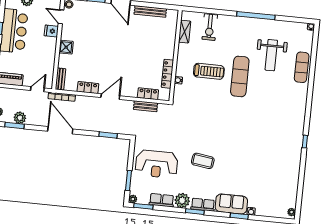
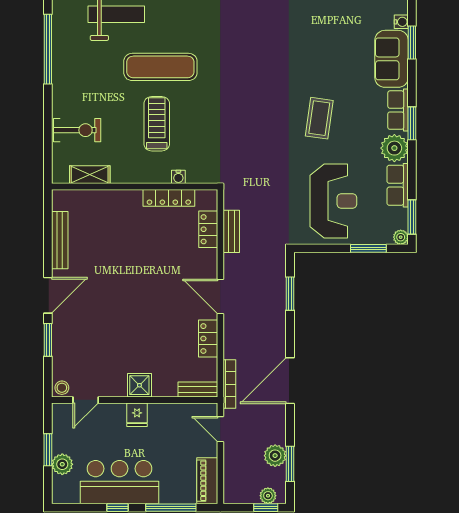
fridge: (51, 31) -> (137, 415), moved

